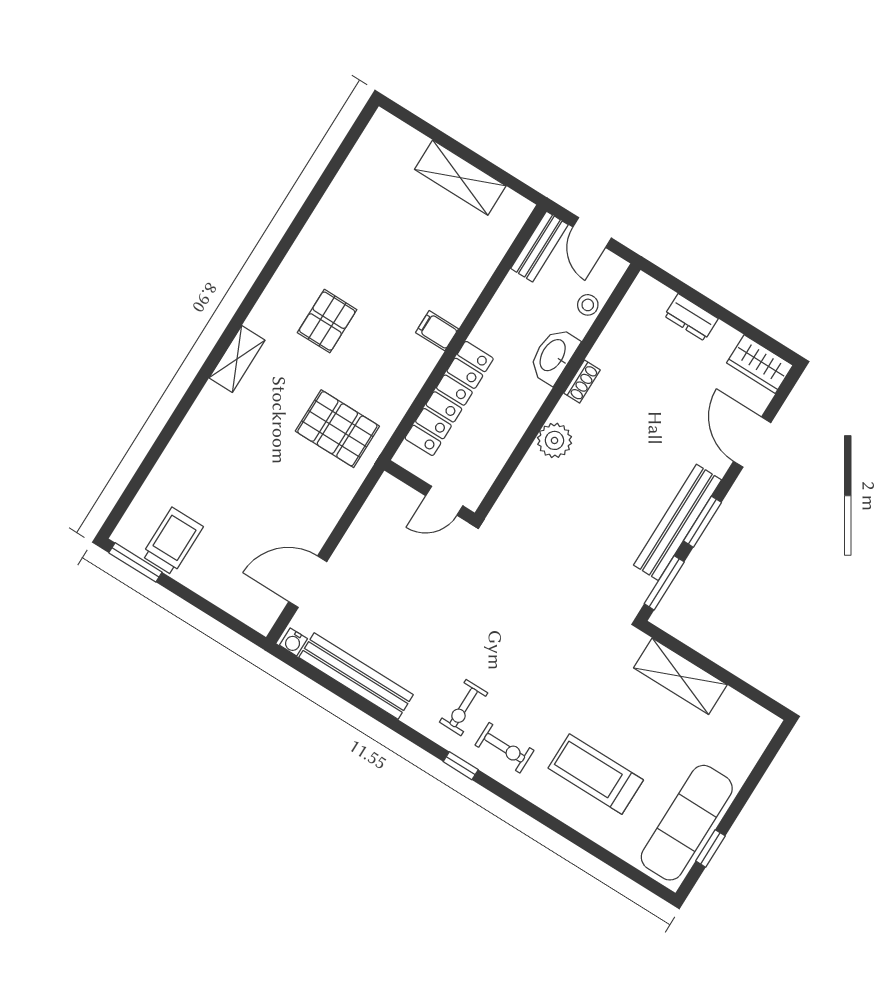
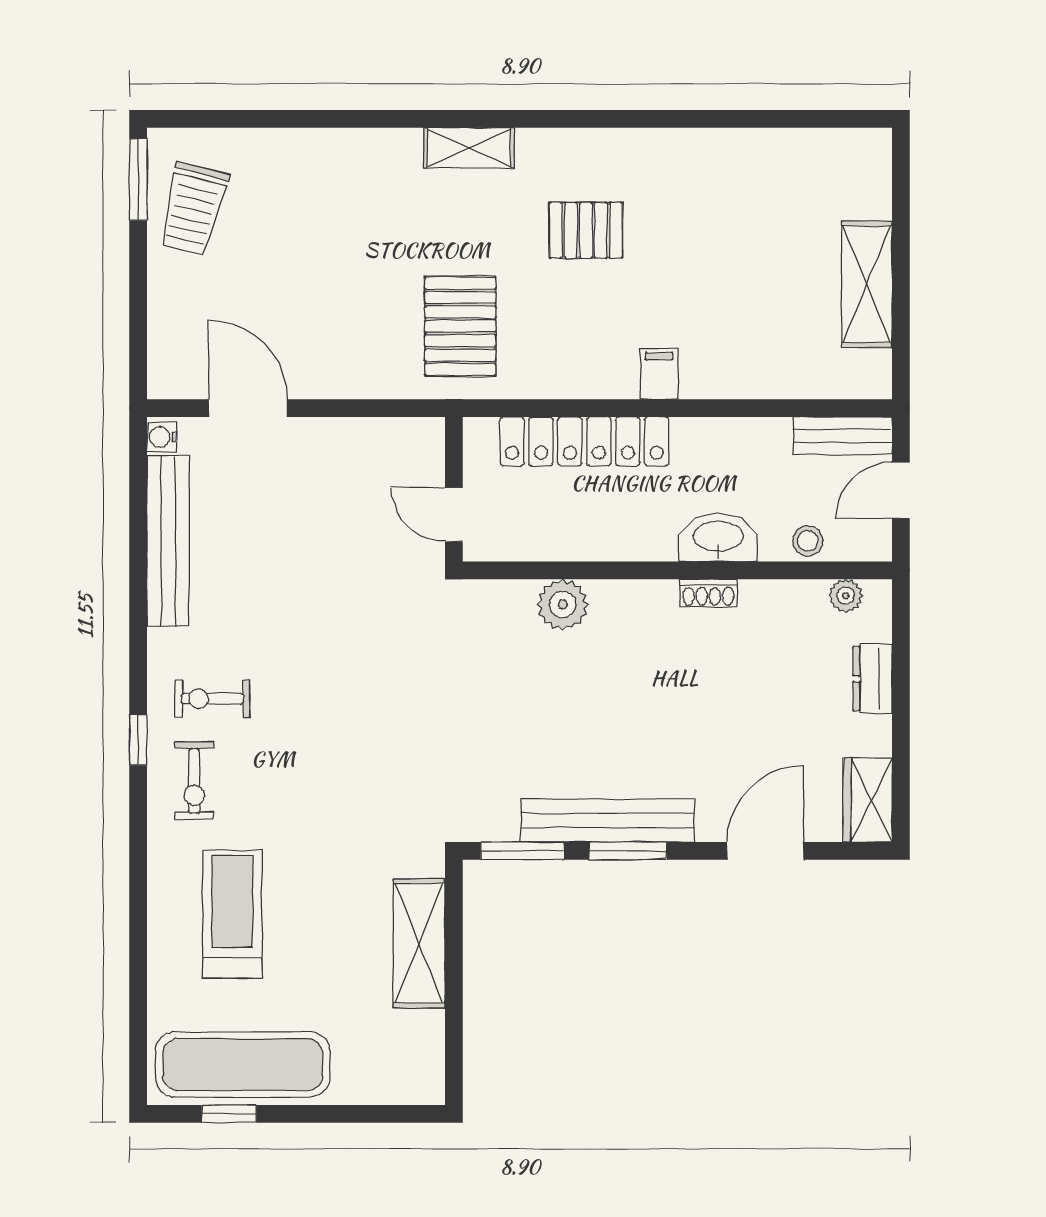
plant: (633, 303) -> (846, 596), added
plant: (555, 440) -> (563, 605), moved
trolley: (172, 541) -> (193, 209), turned 104

